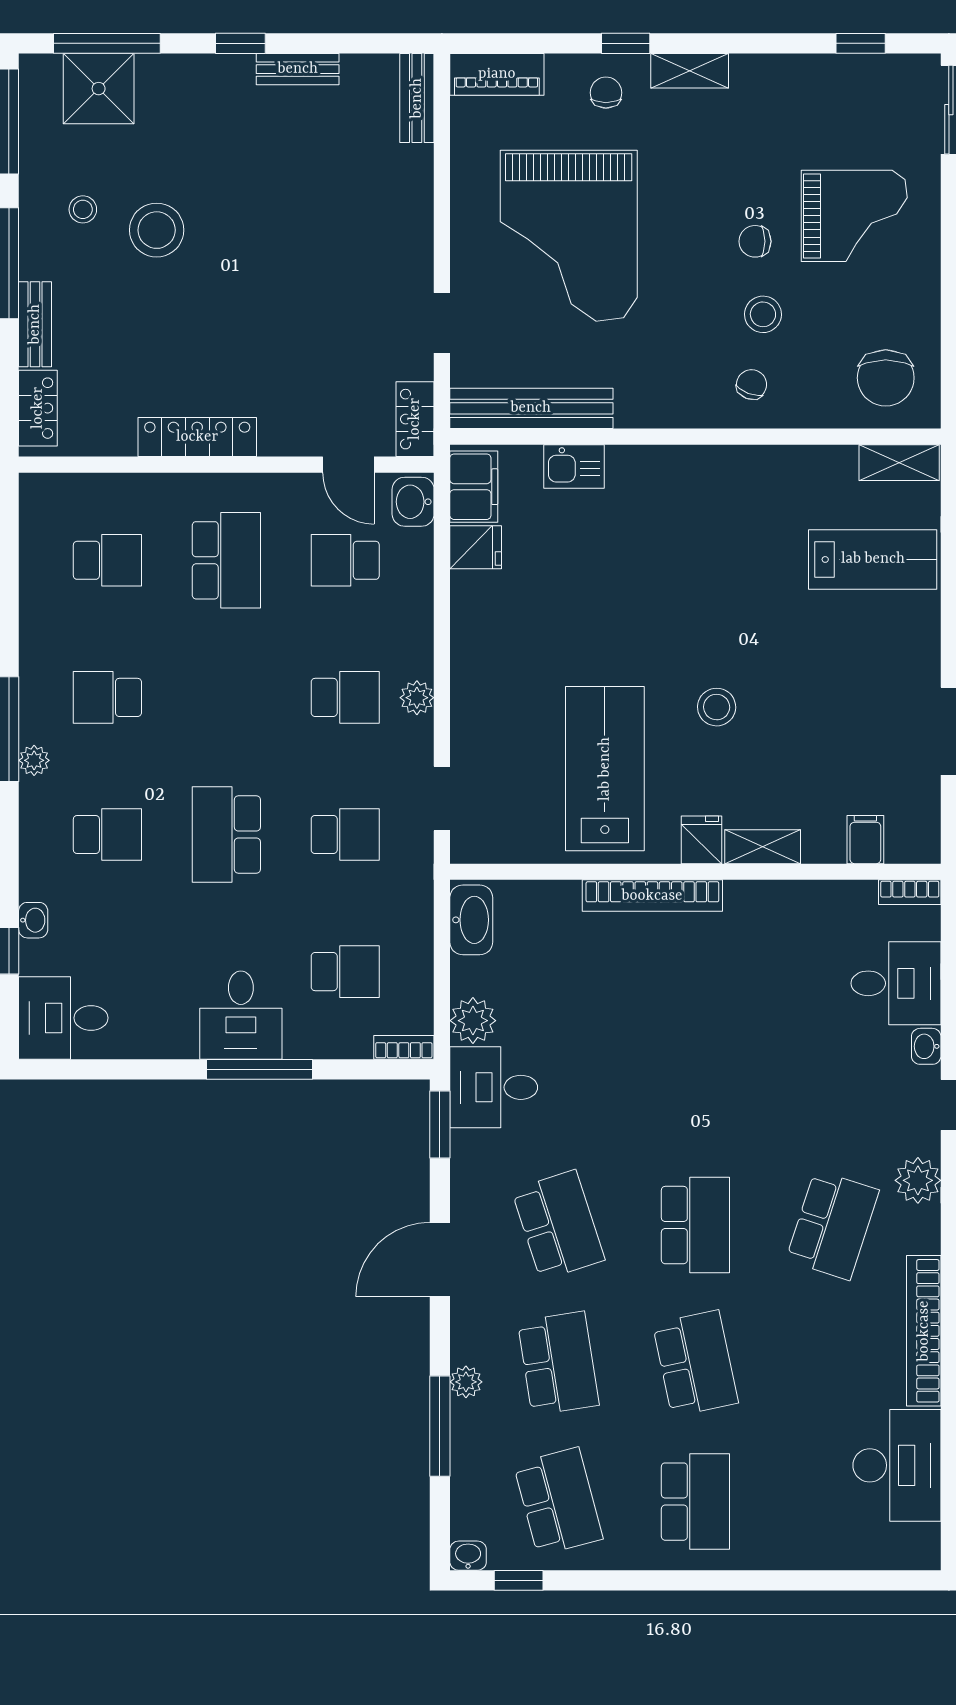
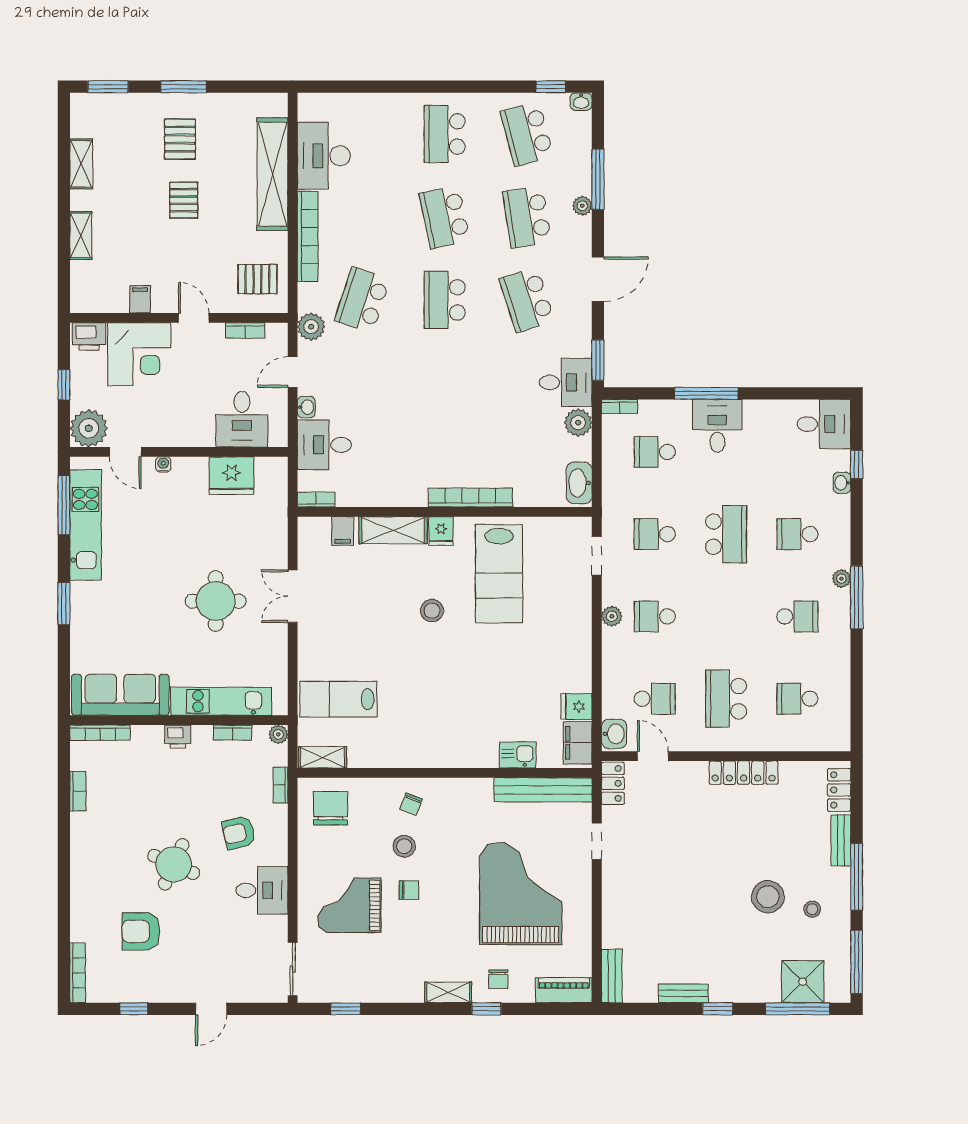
shelving: (763, 847) -> (393, 530), width x1.50, depth x1.33

